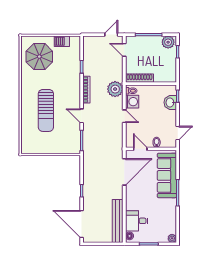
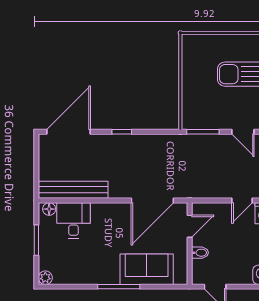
door: (82, 116) -> (243, 132), swing flipped
door: (124, 172) -> (152, 201), hinge flipped
sofa: (167, 175) -> (147, 269), width x0.73

